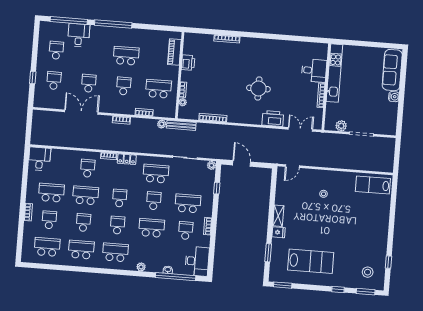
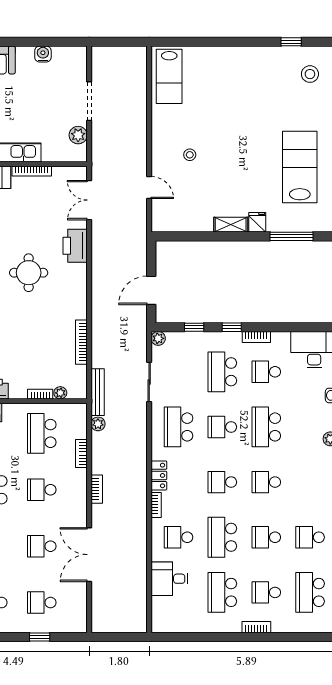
water cooler: (394, 97) -> (43, 54), moved
desk: (39, 159) -> (169, 579), moved
door: (292, 166) -> (149, 188), moved
window: (215, 211) -> (232, 327), added
school desk: (81, 250) -> (310, 537), width x0.54
school desk: (115, 252) -> (310, 482), removed
window: (268, 253) -> (292, 236), width x1.44

